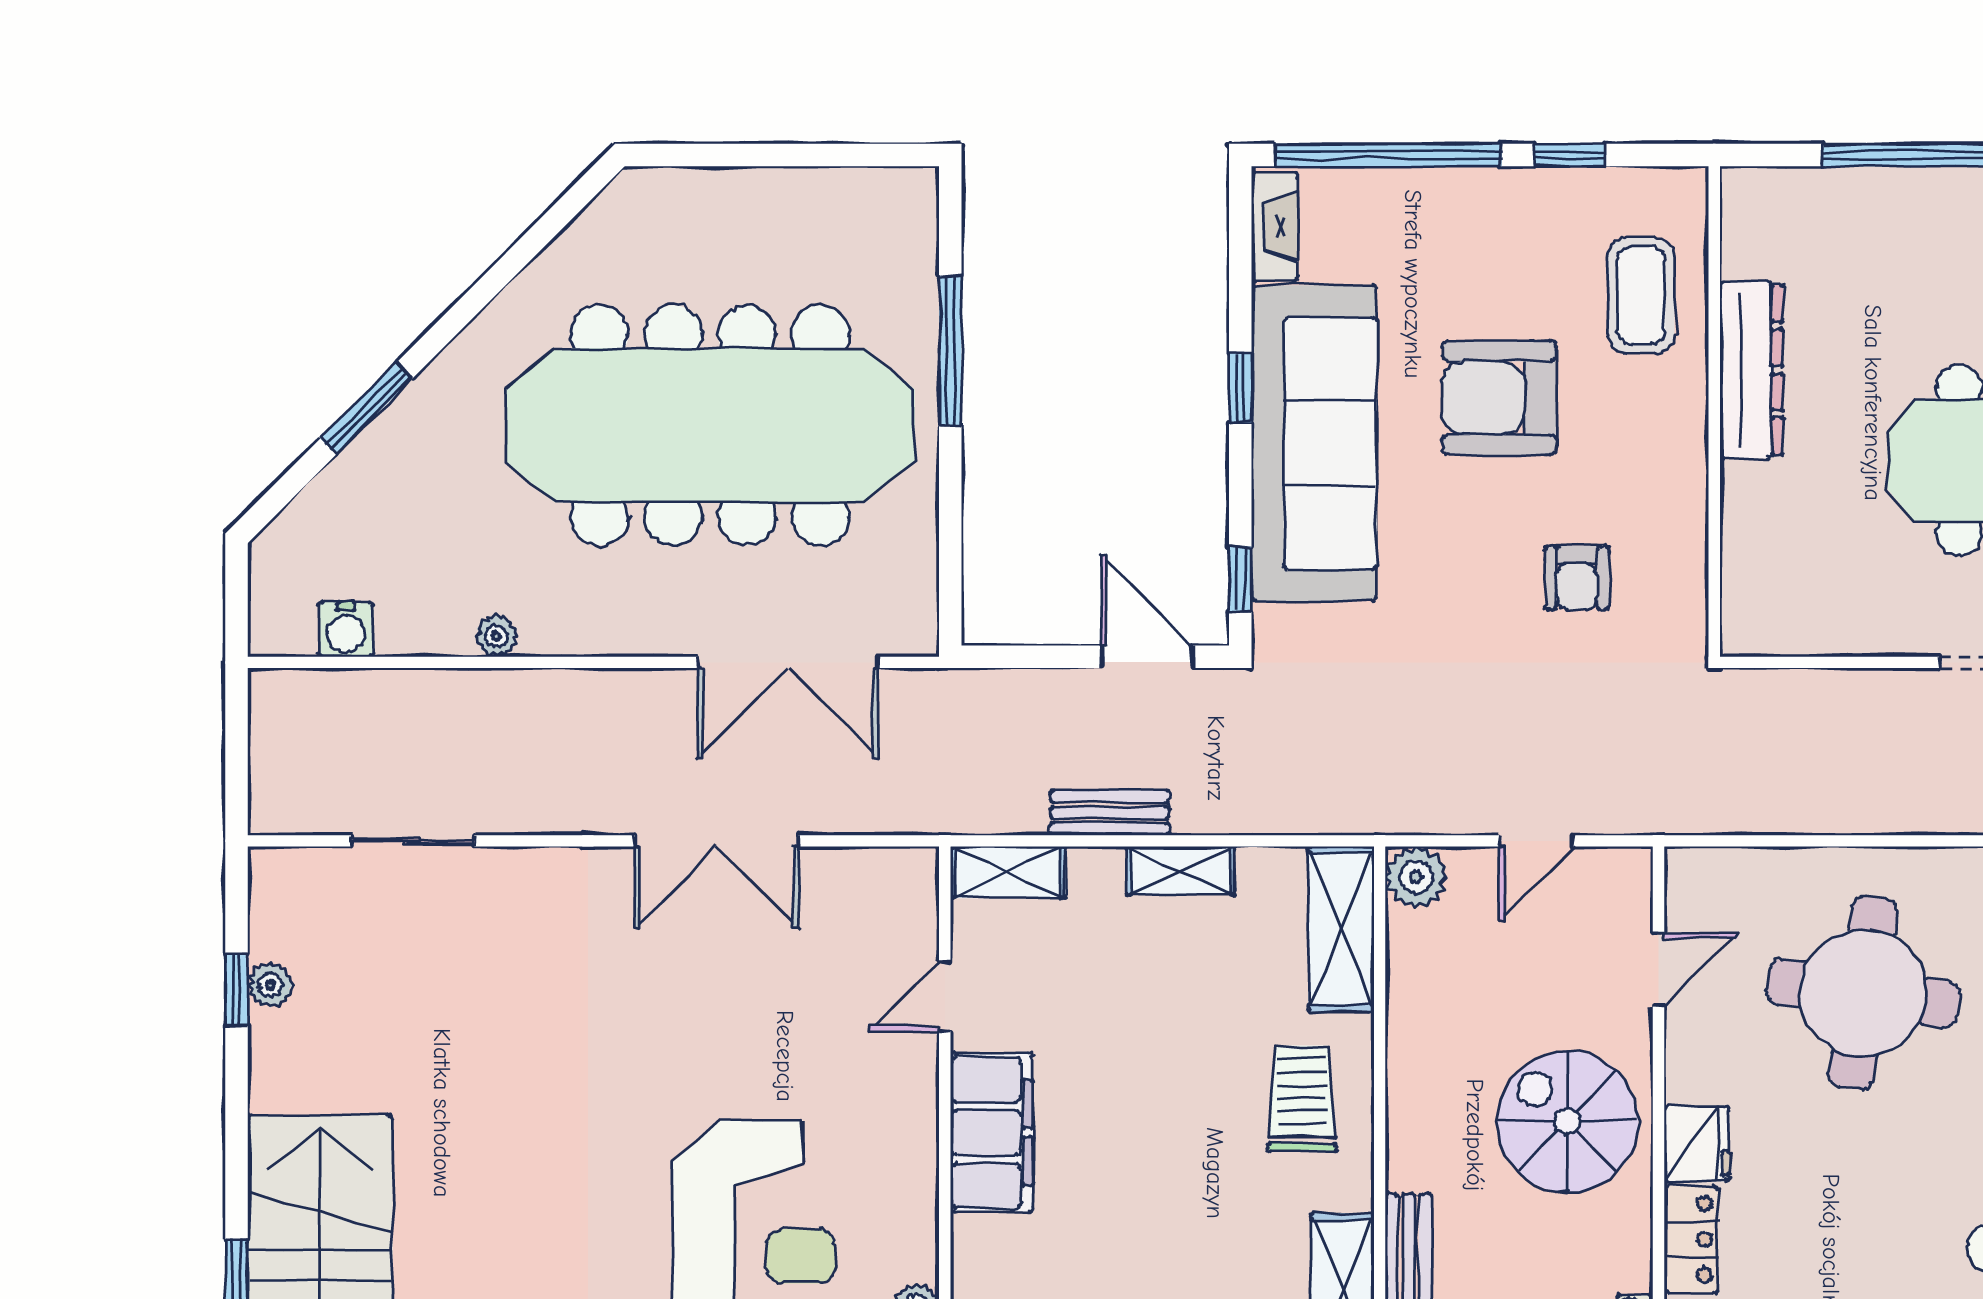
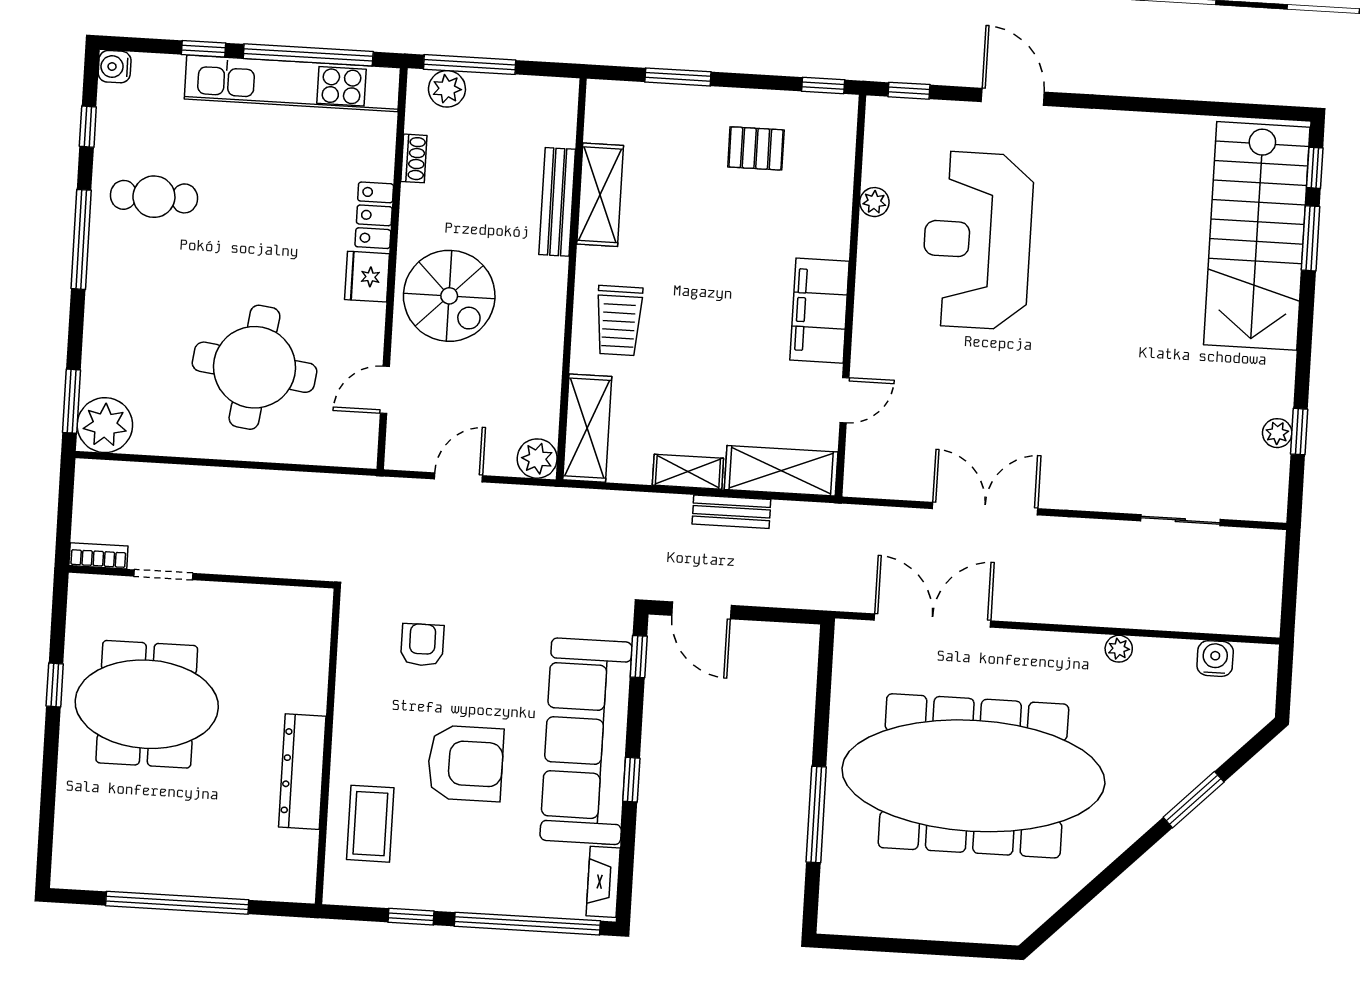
shelving: (1008, 872) -> (781, 471), width x1.50, depth x1.33

